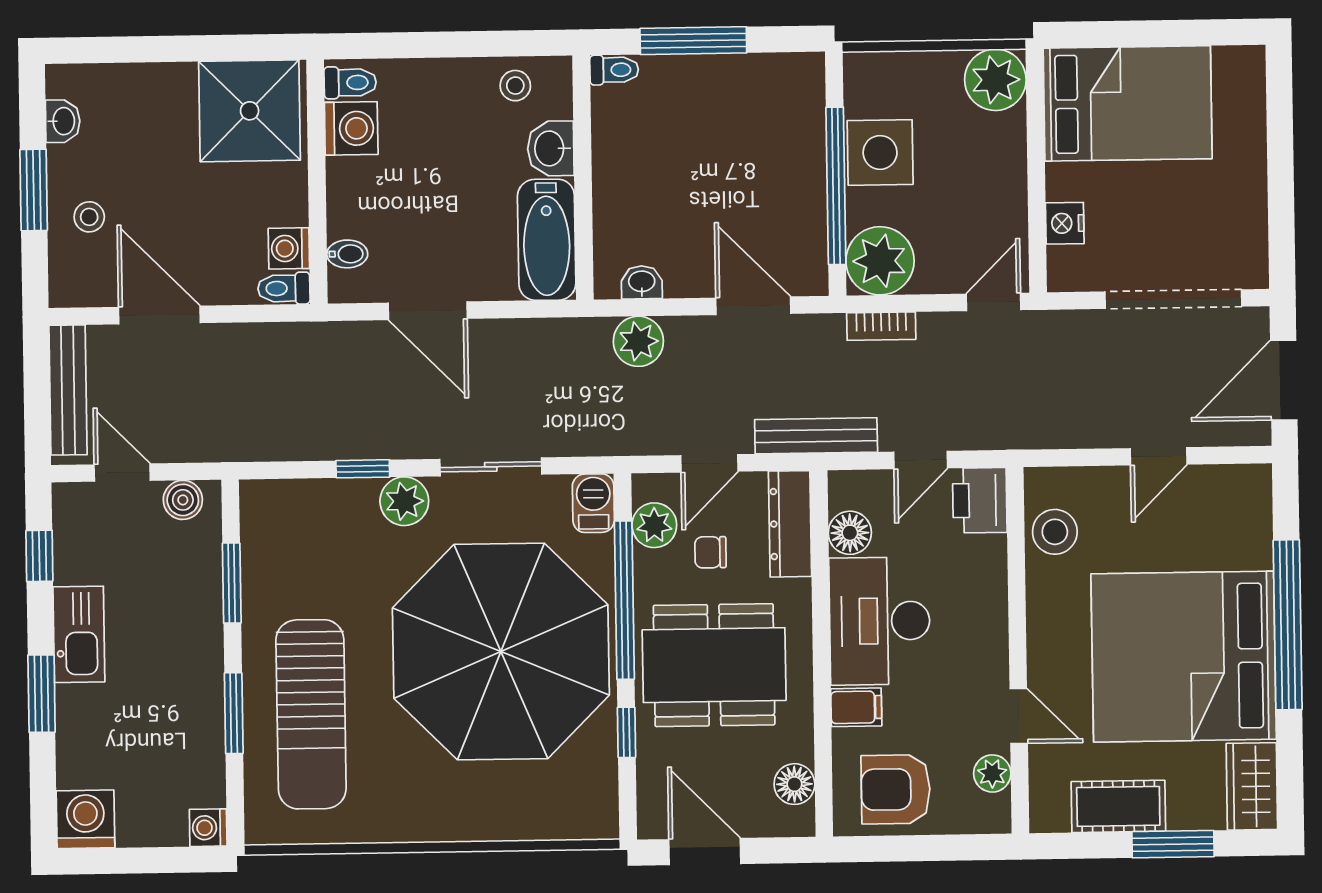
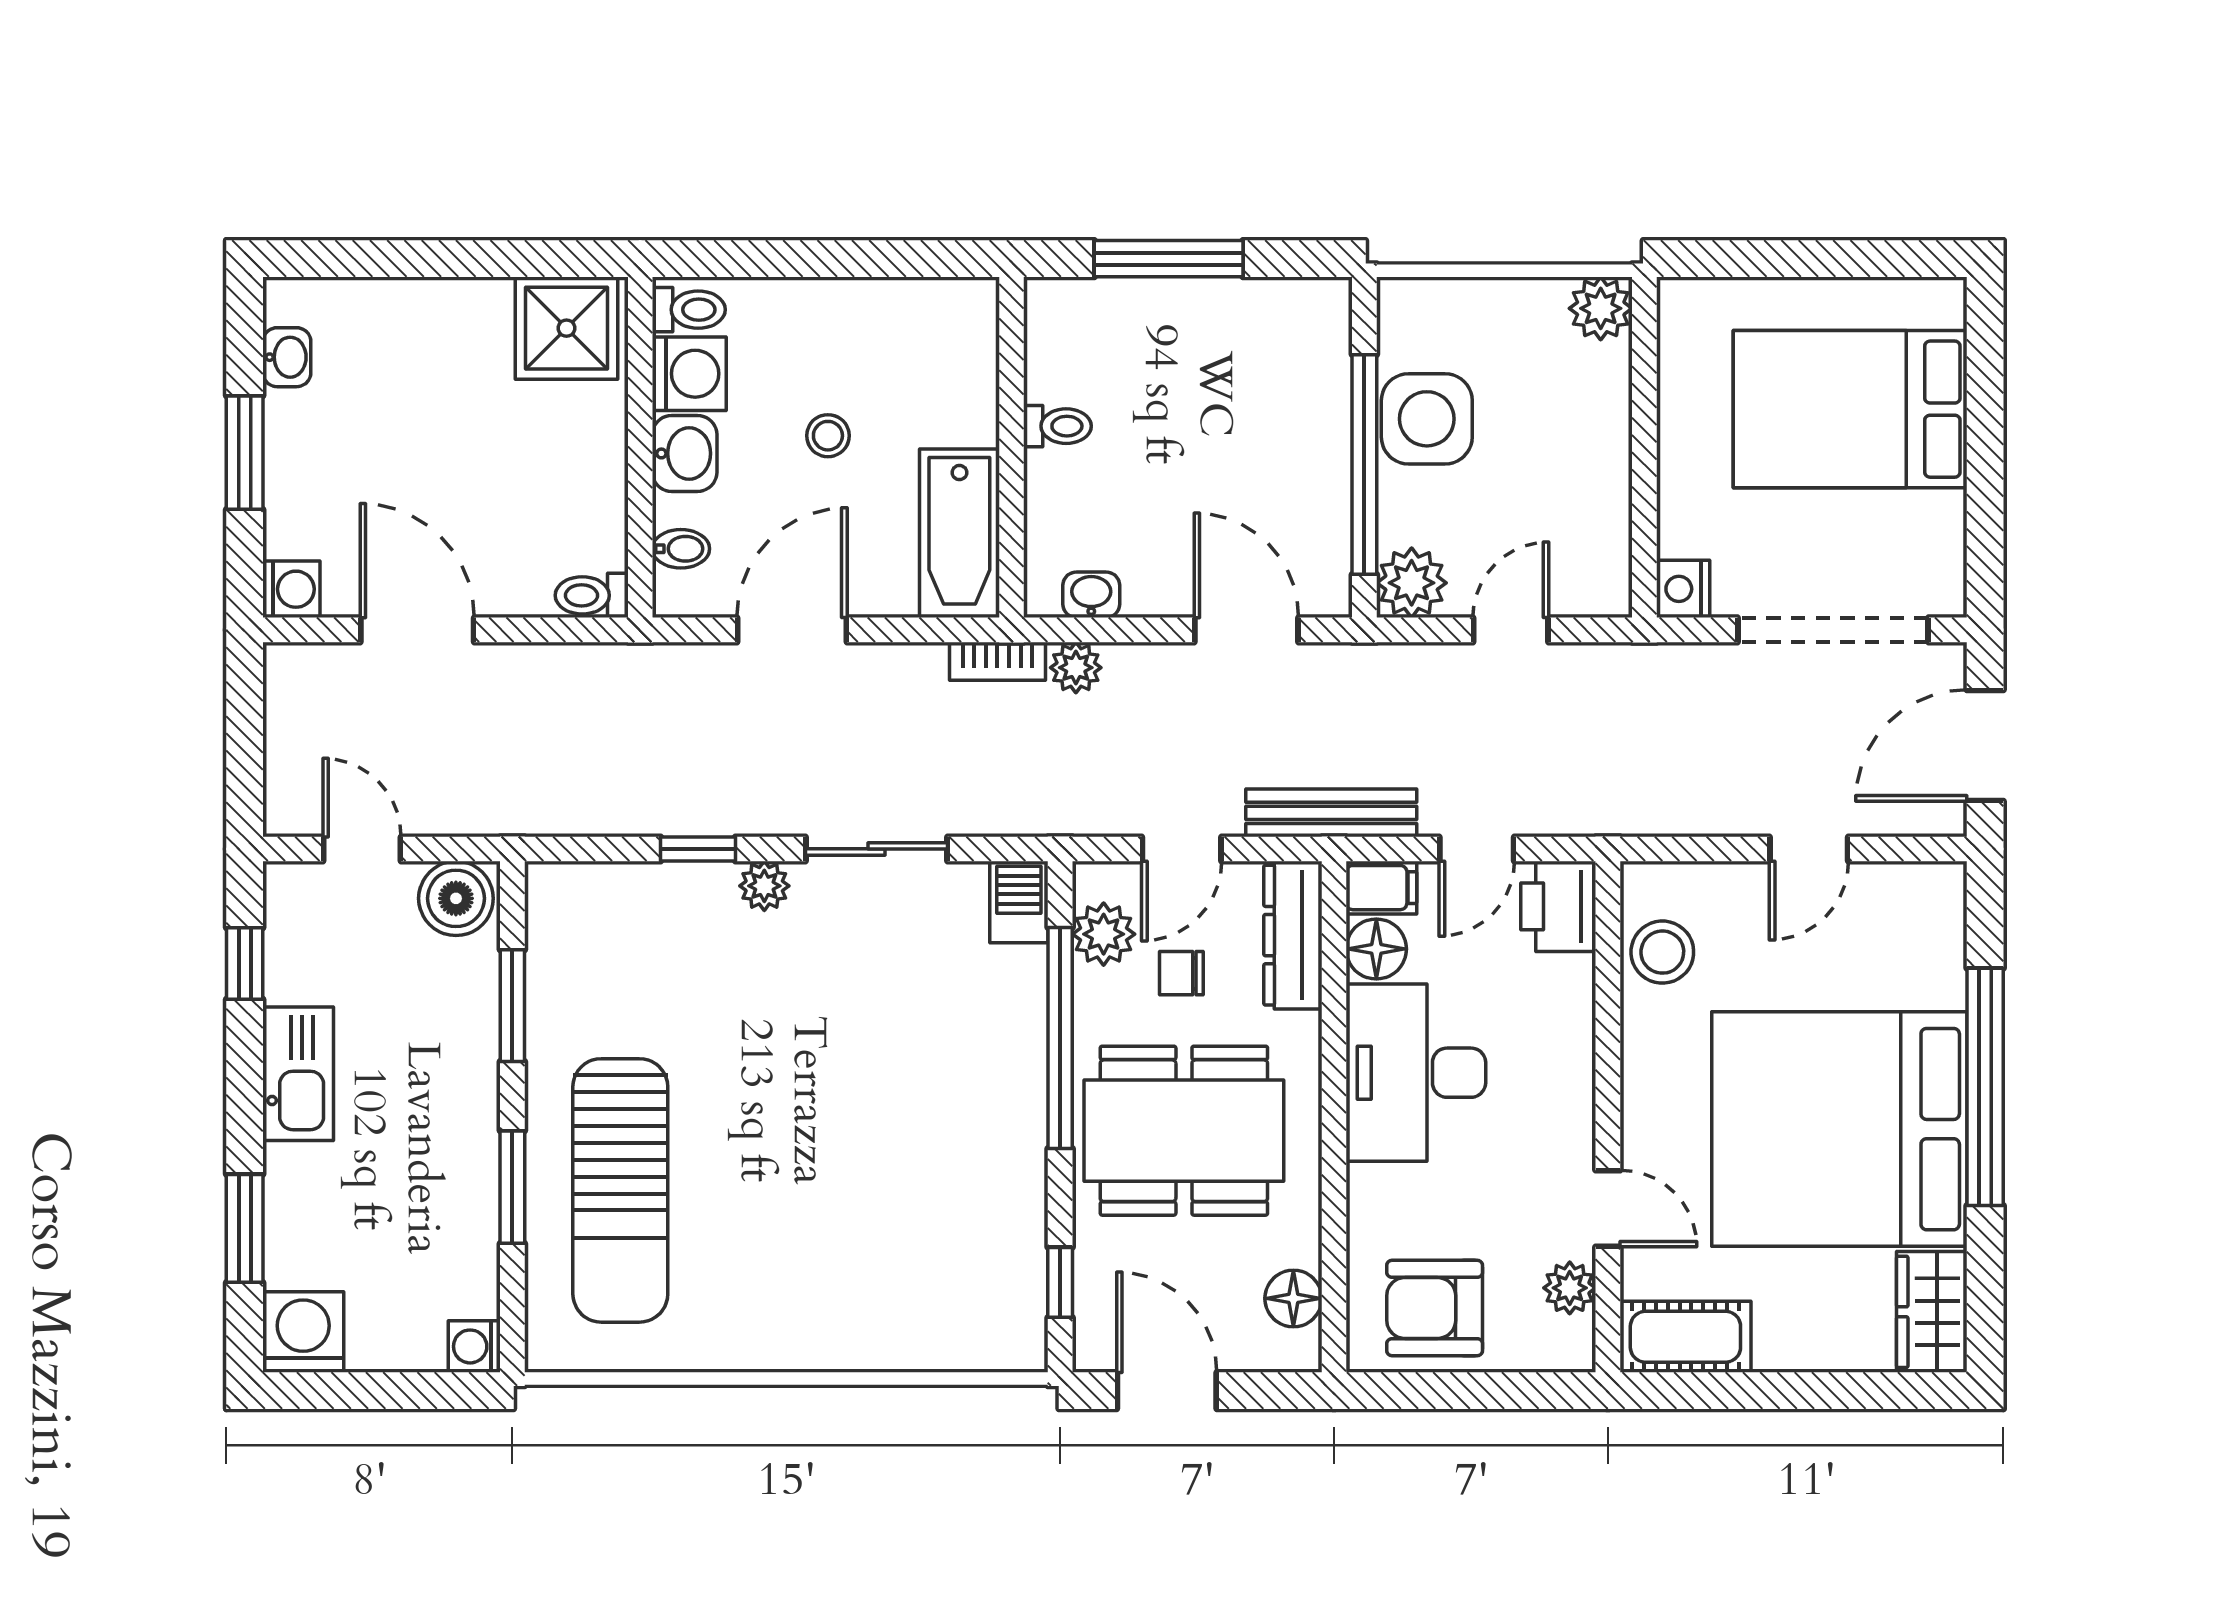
toilet: (614, 70) -> (1057, 426), moved
plant: (995, 80) -> (1601, 308), width x0.73, depth x0.73
stool: (515, 86) -> (828, 436), moved
bed: (1128, 103) -> (1850, 409), moved, turned 180
shower: (250, 111) -> (566, 328), width x0.73, depth x0.73
washbasin: (551, 148) -> (685, 453), moved, turned 180
stool: (89, 217) -> (322, 491), removed
nightstand: (1065, 223) -> (1683, 589), moved
washing machine: (289, 248) -> (291, 589), moved, turned 180
plant: (880, 261) -> (1412, 583), width x0.73, depth x0.73
door: (993, 302) -> (1511, 630), moved
door: (428, 311) -> (792, 630), swing flipped
bookcase: (881, 326) -> (997, 661), moved
plant: (638, 341) -> (1076, 668), width x0.73, depth x0.73
bench: (68, 390) -> (288, 733), removed
boiler: (183, 500) -> (456, 898), width x1.36, depth x1.36
plant: (404, 501) -> (764, 886), width x0.73, depth x0.73
parasol: (501, 652) -> (887, 1107), removed
window: (42, 694) -> (245, 1228), moved
filing cabinet: (856, 707) -> (1381, 888), moved
window: (626, 732) -> (1060, 1282), moved
cot: (1118, 806) -> (1685, 1337), moved
window: (1173, 844) -> (1820, 1391), removed

